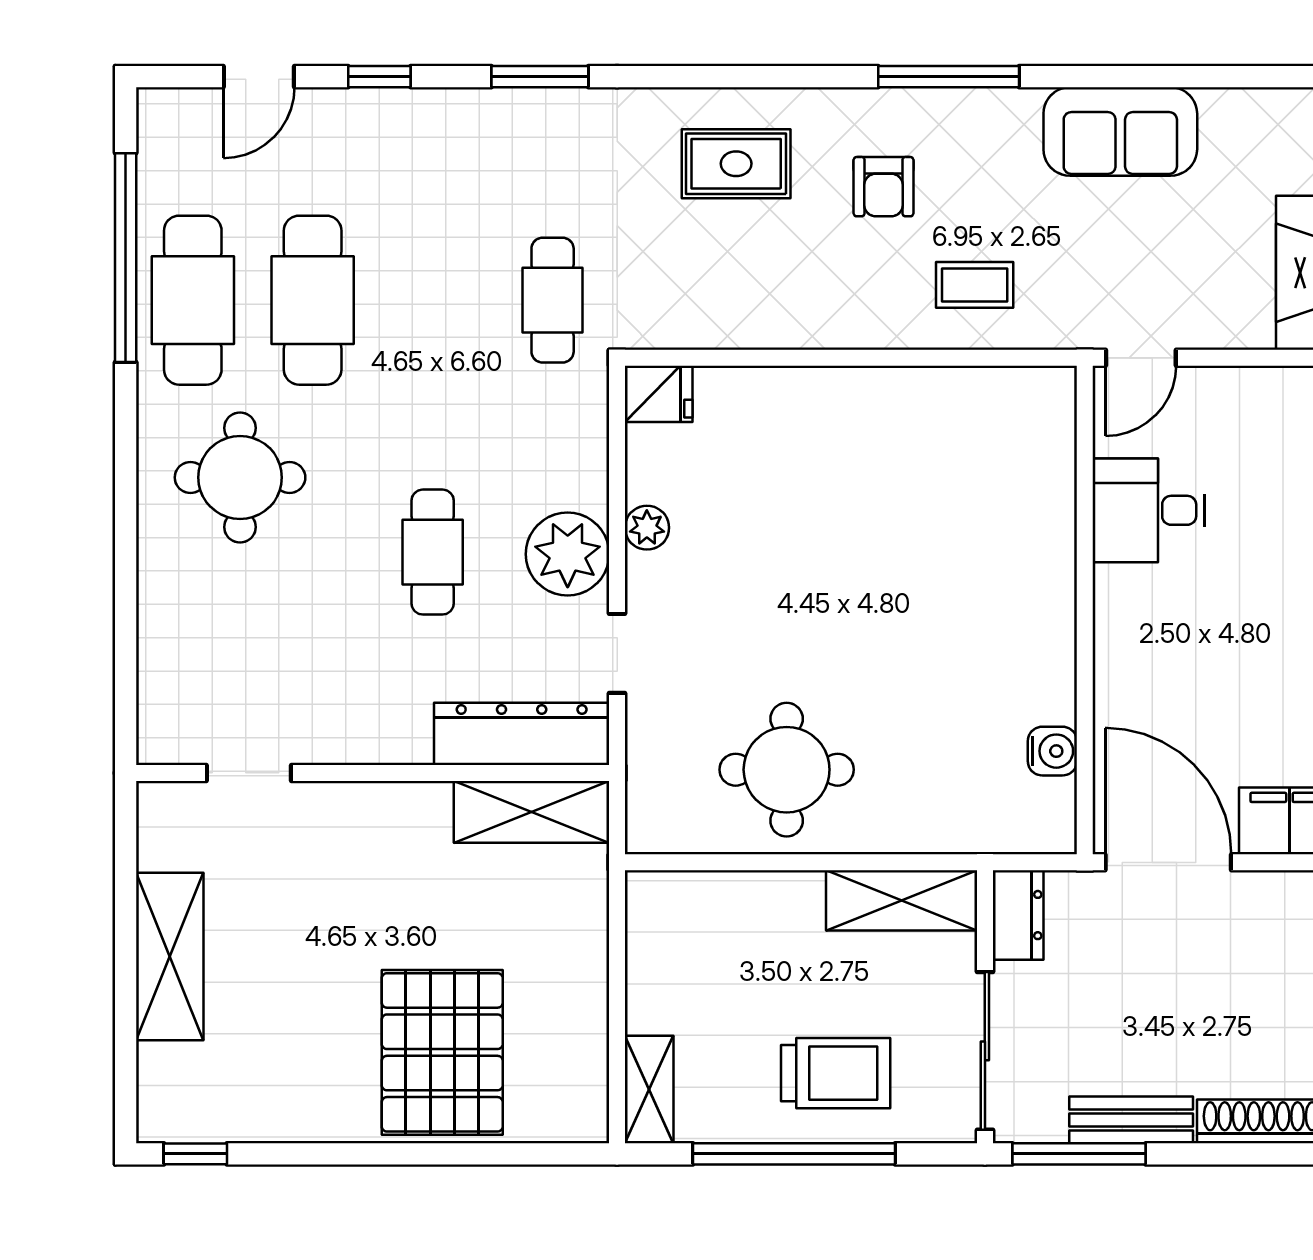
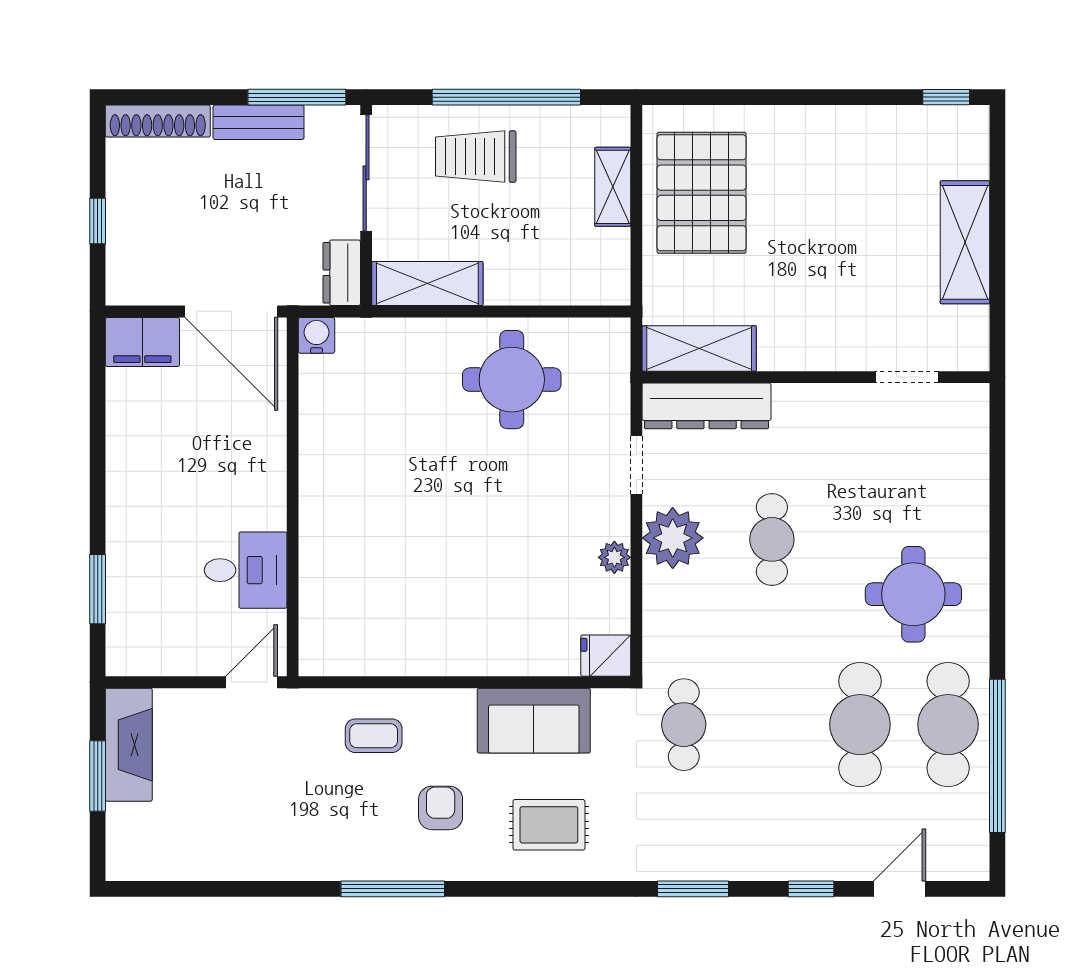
sofa: (1120, 131) -> (534, 721), moved, turned 180
water cooler: (1052, 751) -> (316, 335), moved, turned 90
pallet: (442, 1052) -> (702, 193), moved
shelving: (649, 1090) -> (613, 187), moved

